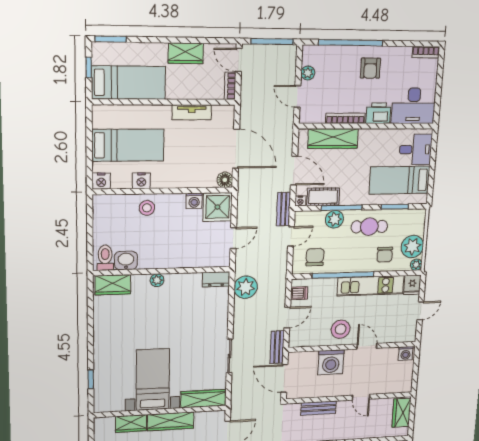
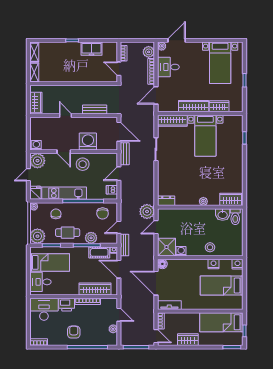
tv unit: (192, 112) -> (169, 305), moved
plant: (412, 247) -> (37, 236), moved
plant: (246, 287) -> (147, 212), moved
plant: (406, 331) -> (37, 161), added

